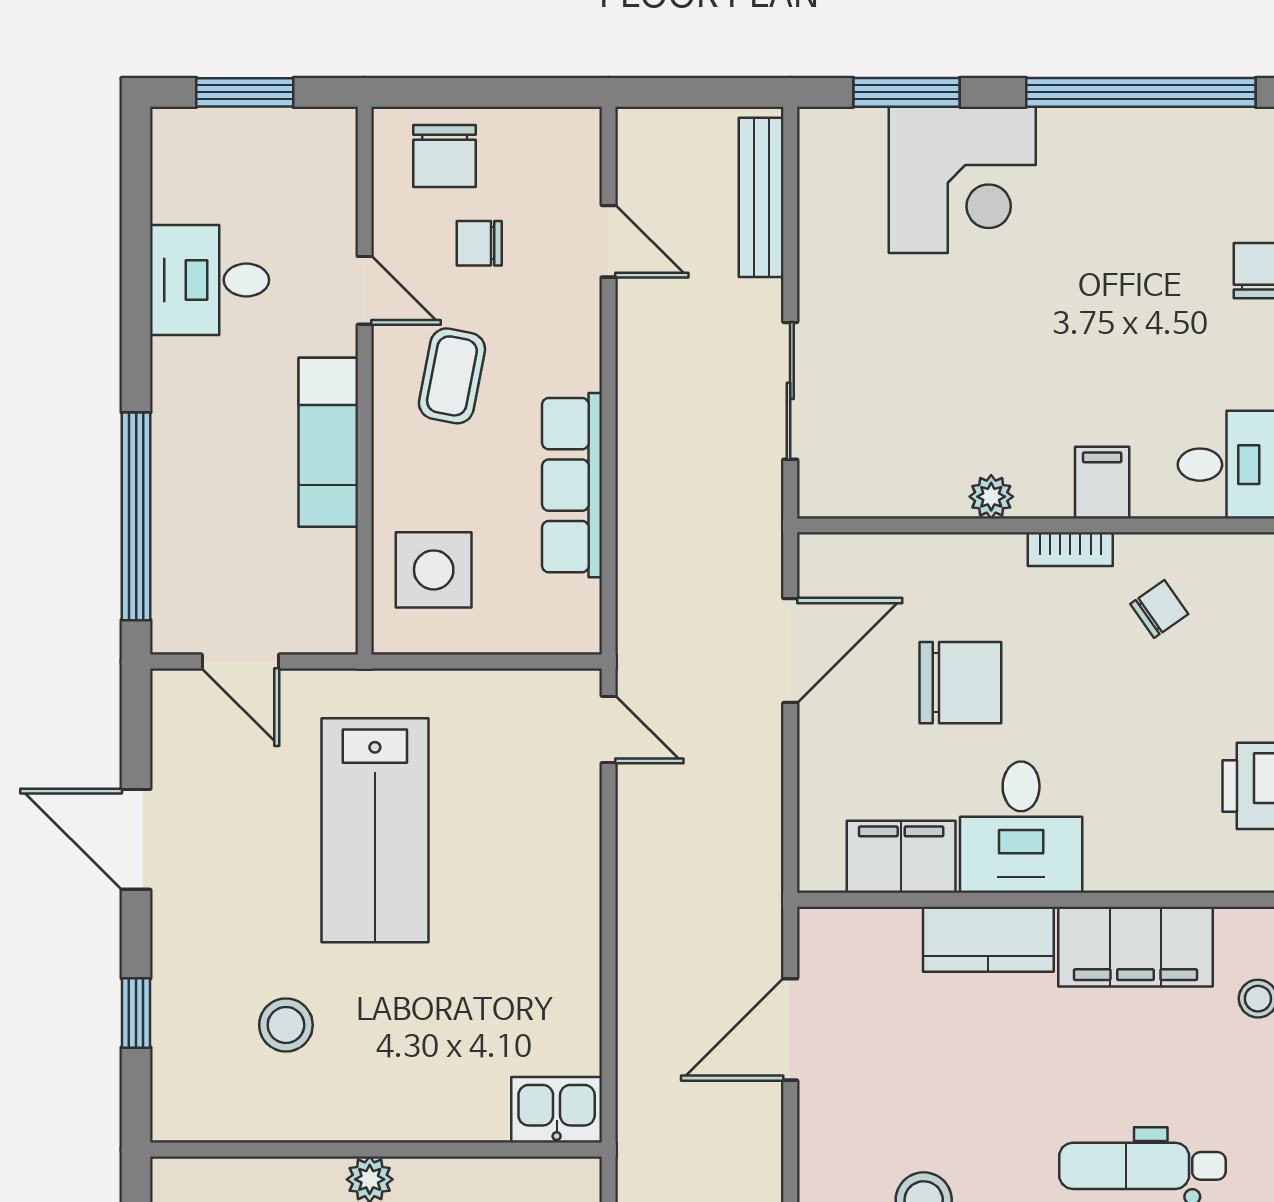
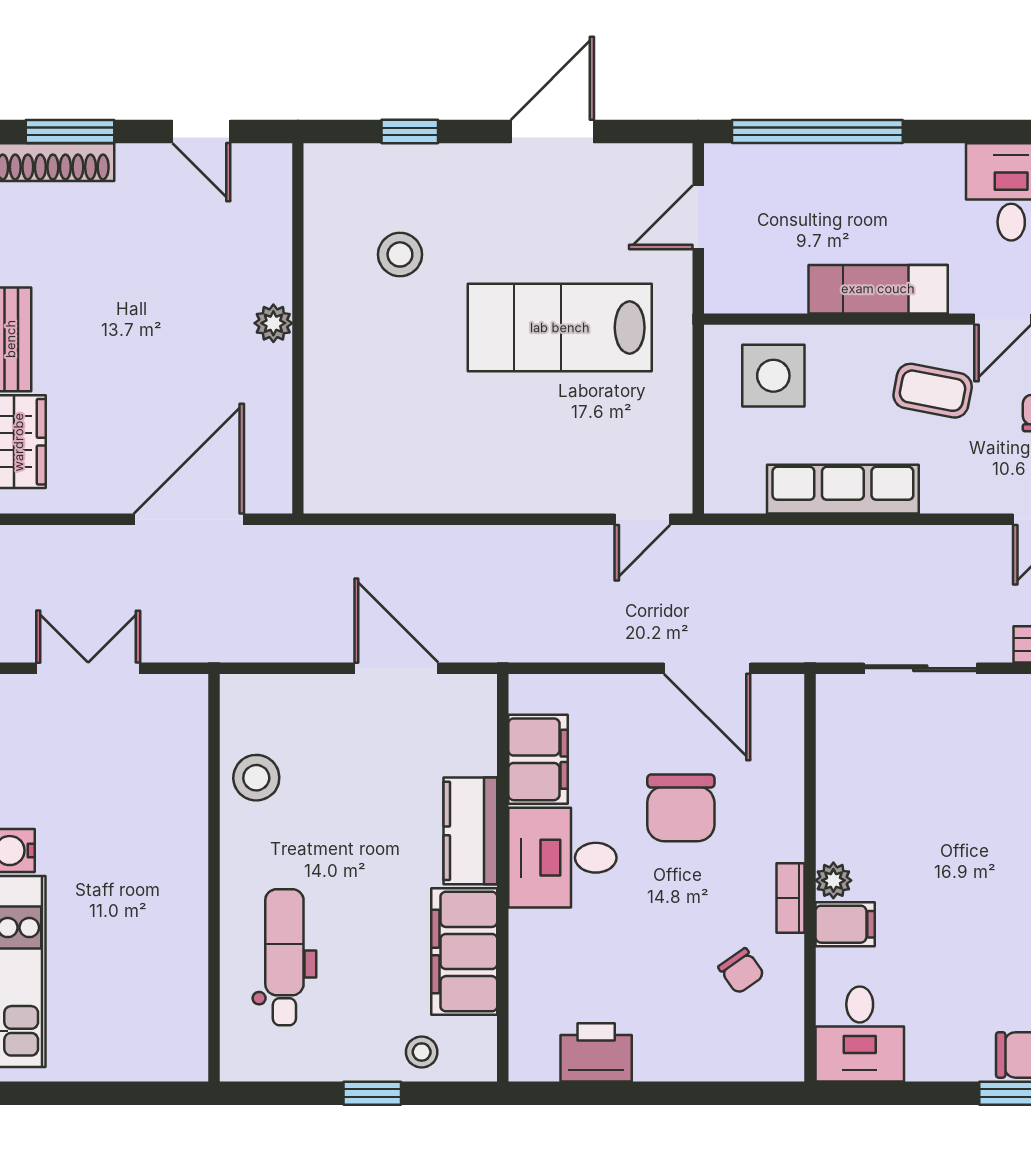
plant: (991, 497) -> (833, 880), moved
kitchen sink: (557, 1110) -> (330, 477), removed

